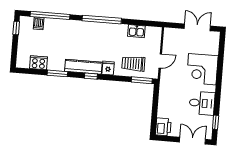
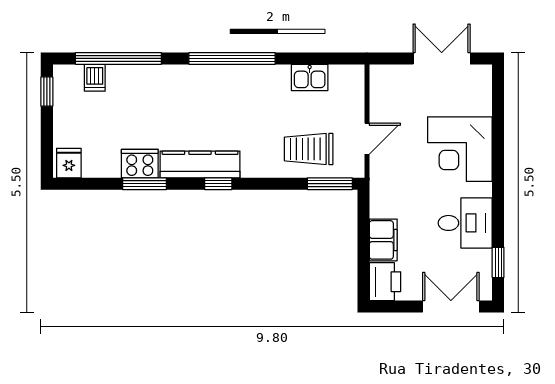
cooker: (38, 63) -> (140, 164), moved
fridge: (108, 68) -> (69, 163), moved
filing cabinet: (164, 108) -> (383, 240), added

